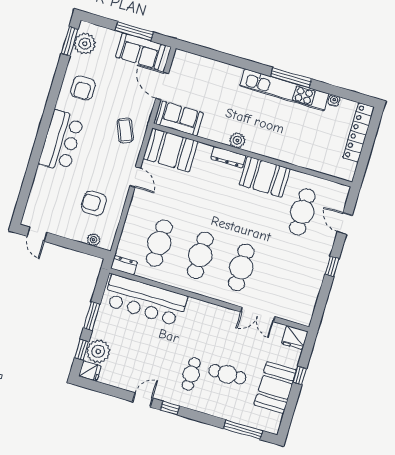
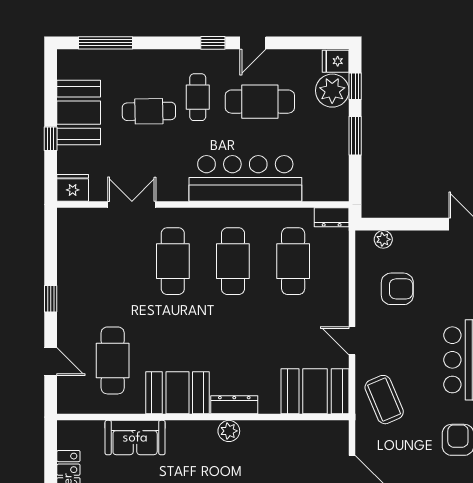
sofa: (180, 118) -> (135, 438), moved
coffee table: (125, 130) -> (384, 400), width x1.36, depth x1.30
bar counter: (145, 300) -> (245, 178), moved
cafe table: (150, 358) -> (260, 102), added

